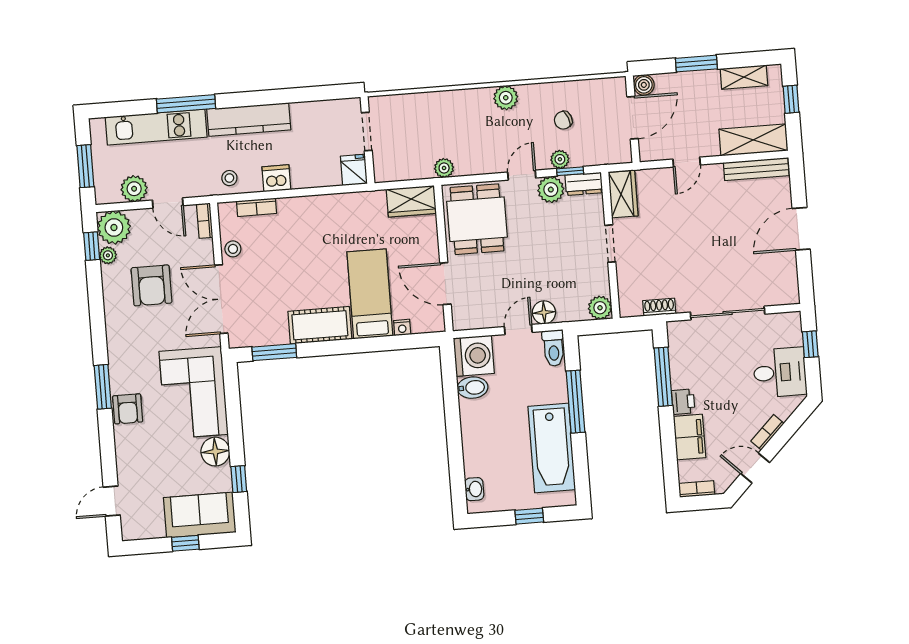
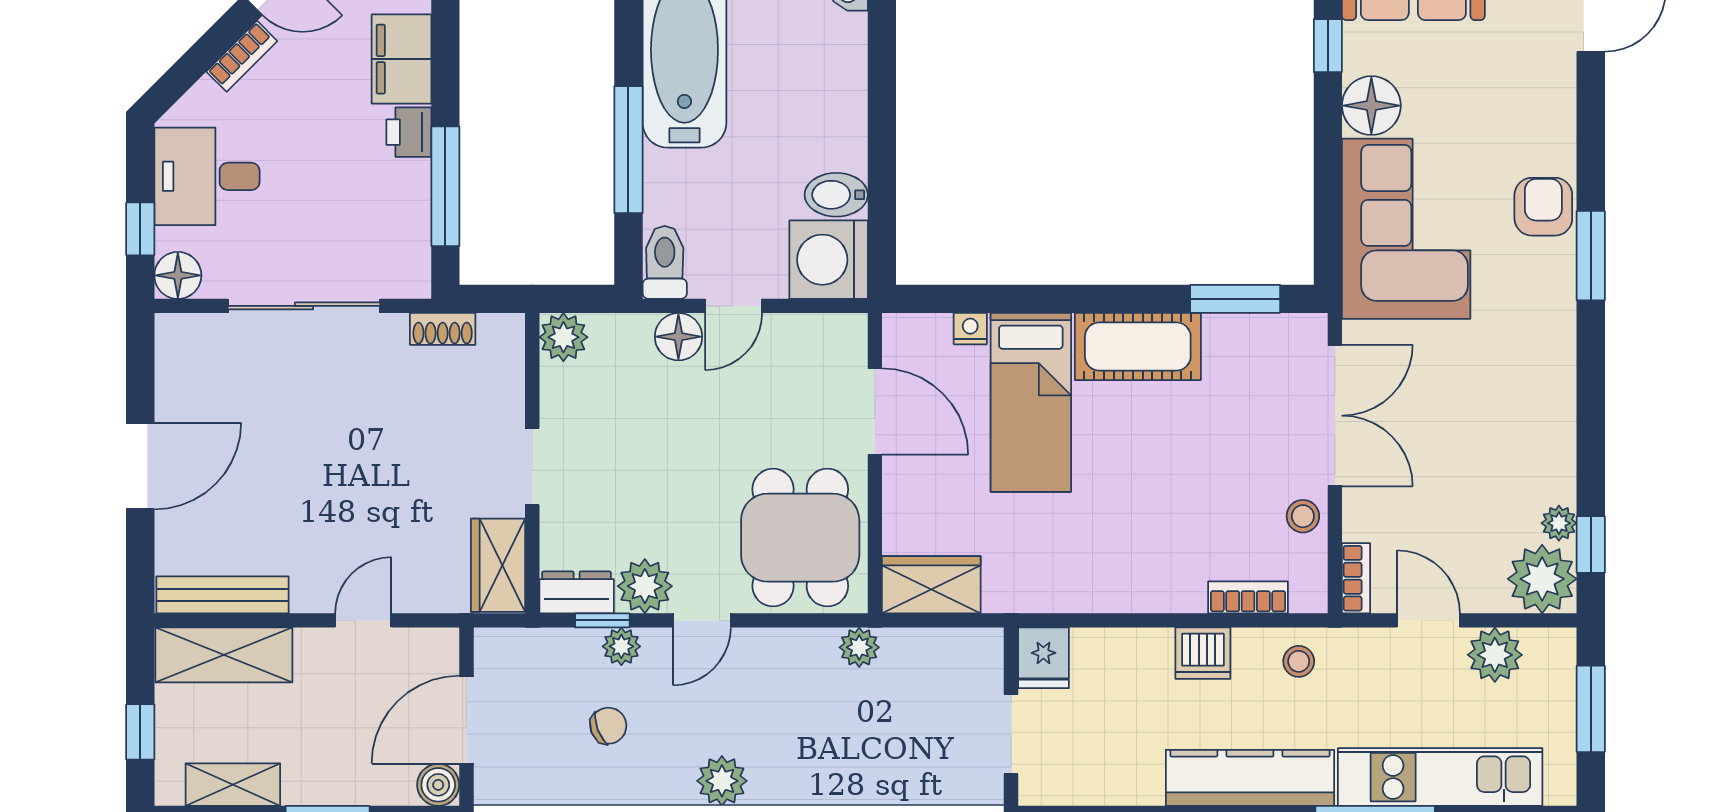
armchair: (152, 285) -> (1475, 455), removed
floor lamp: (790, 323) -> (178, 275), added

